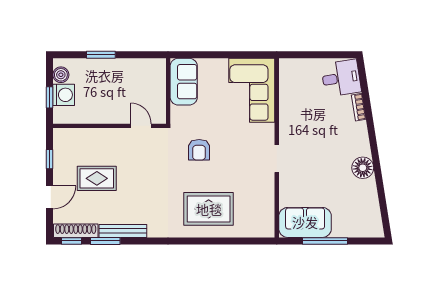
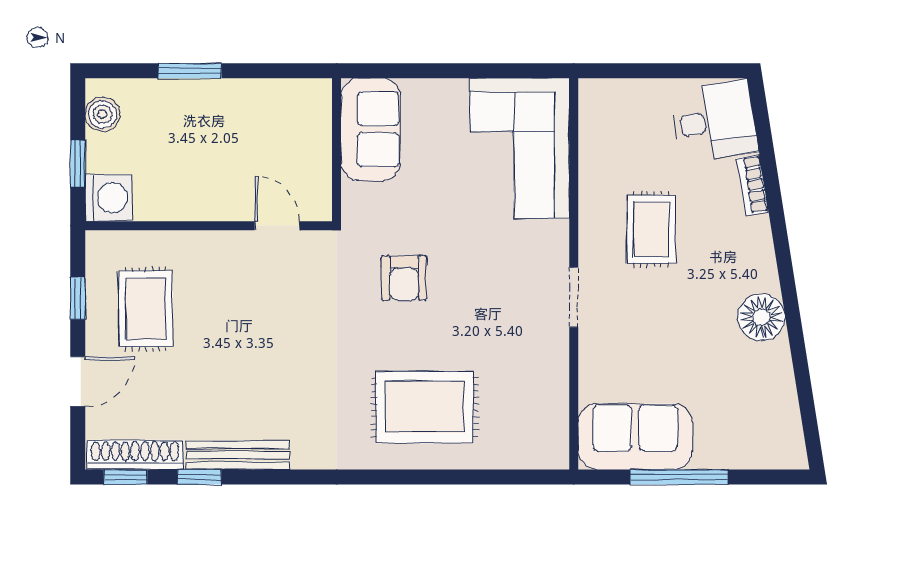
washing machine: (64, 95) -> (109, 198), moved
rug: (312, 127) -> (651, 229), added
rug: (97, 178) -> (146, 309), moved, turned 90
window: (105, 241) -> (199, 477), width x0.67

